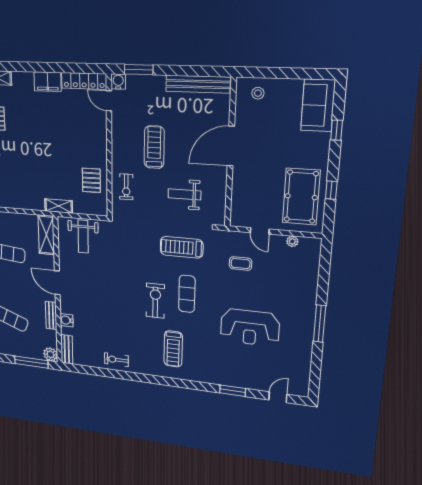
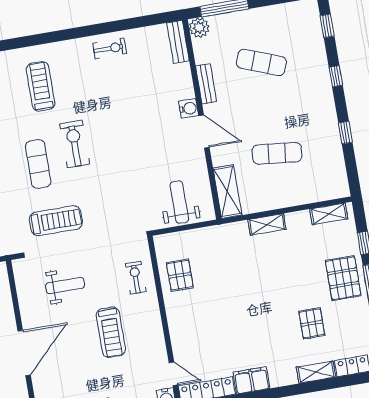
shelving: (59, 206) -> (267, 224), moved
exercise bike: (155, 301) -> (75, 144), turned 180
water cooler: (67, 320) -> (189, 108), moved

